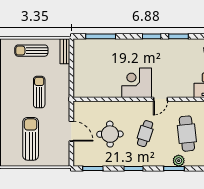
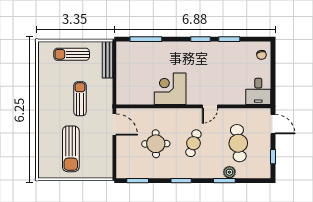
bench: (65, 51) -> (108, 60), width x1.36
corner desk: (137, 83) -> (170, 89), moved
door: (71, 131) -> (114, 124), moved
sun lounger: (31, 139) -> (71, 149), turned 180

